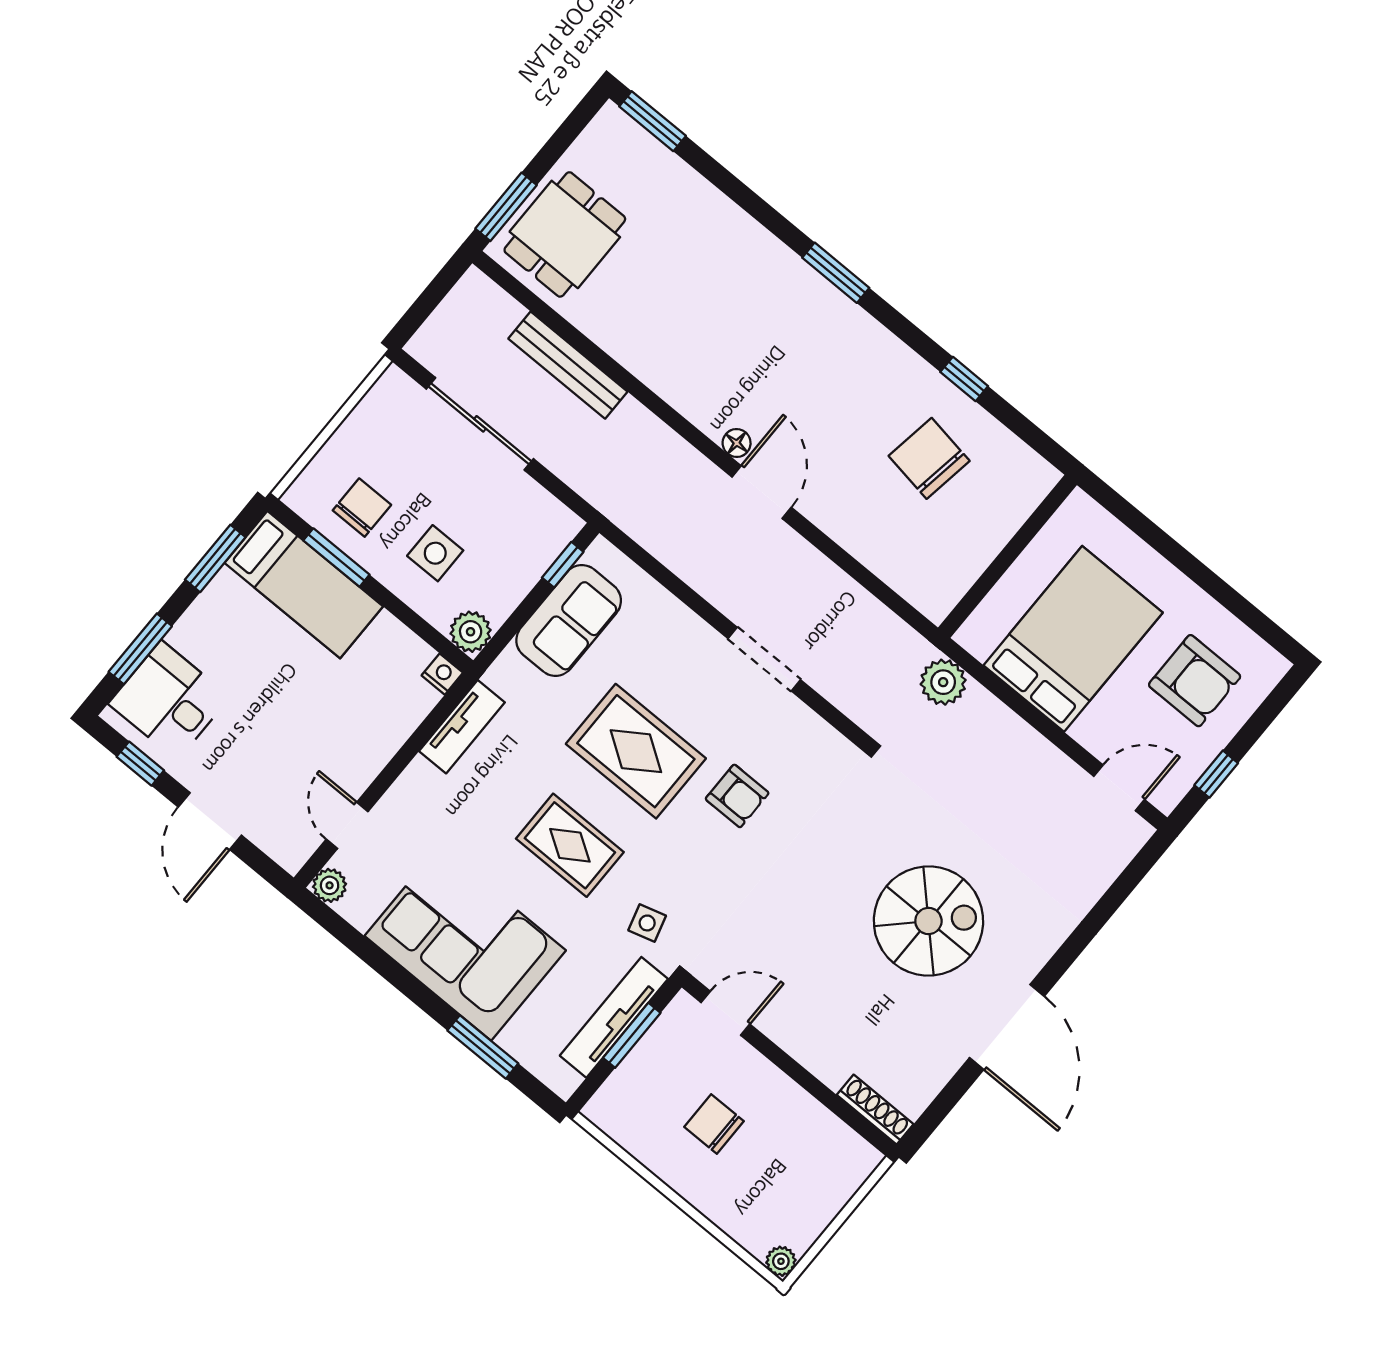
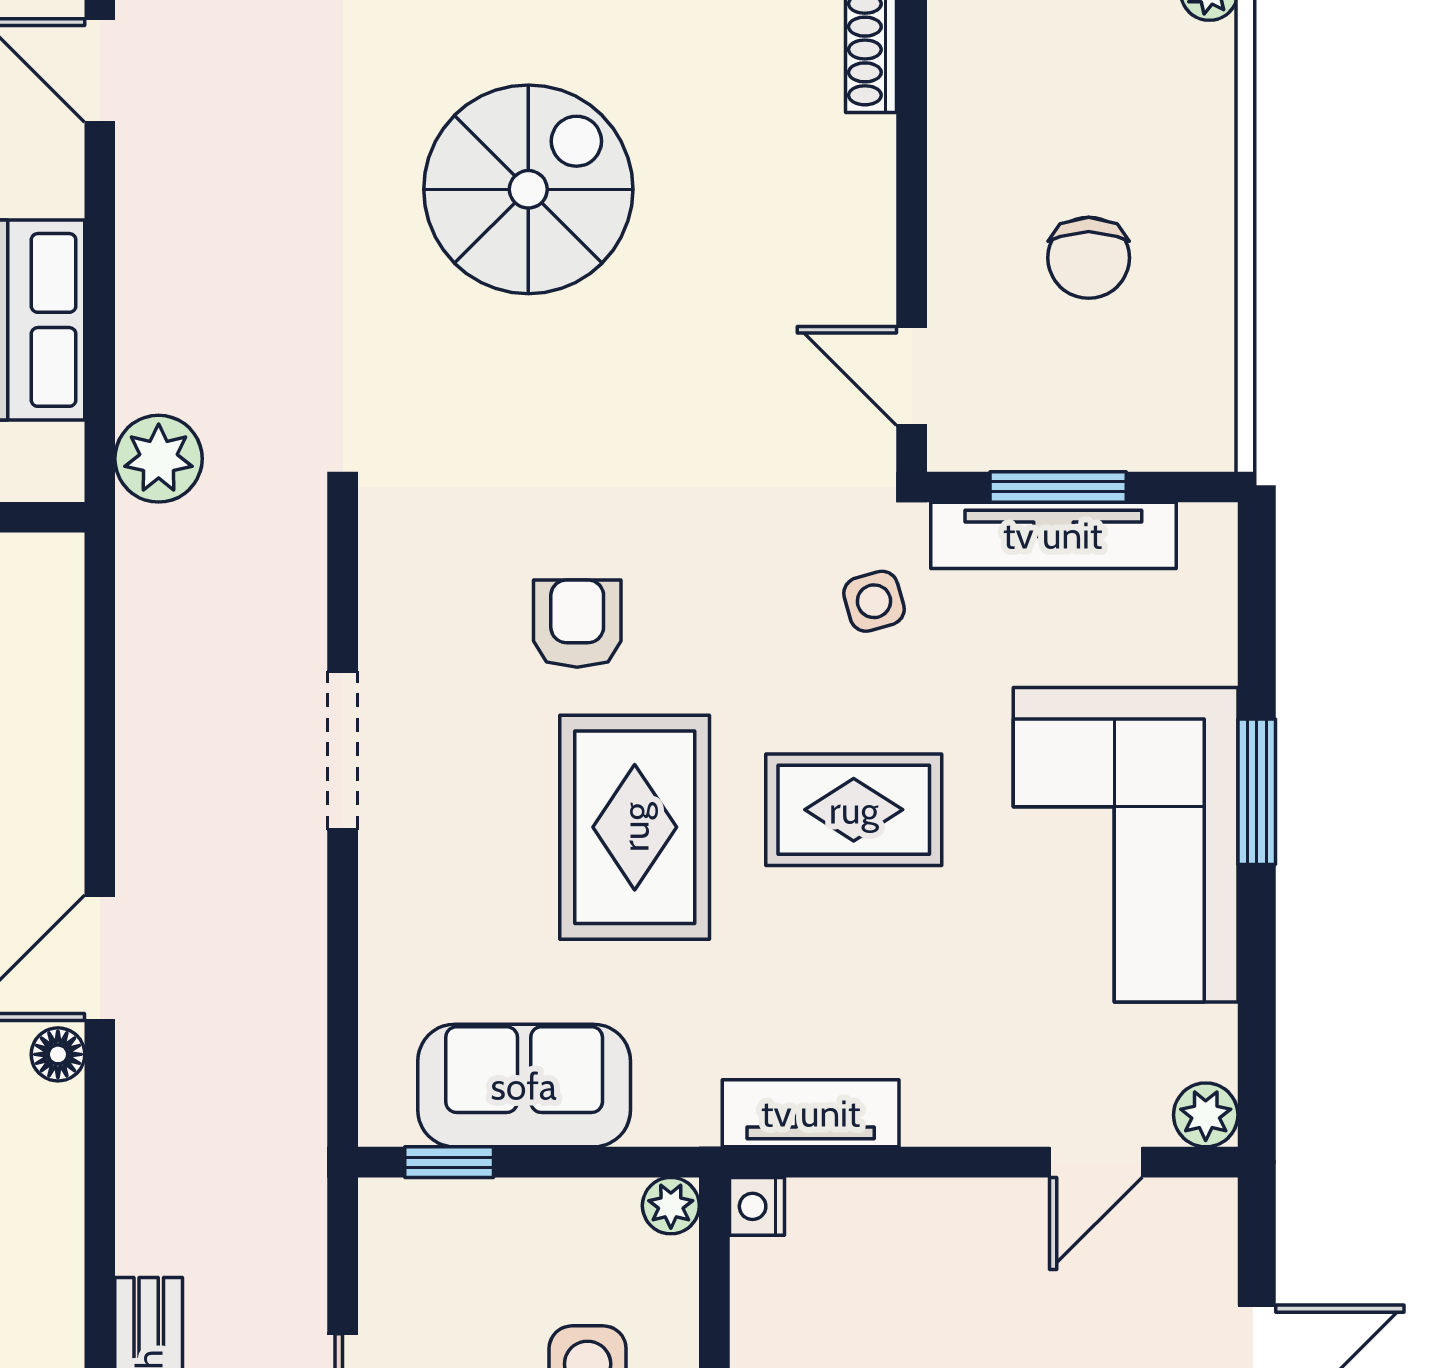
plant: (471, 632) -> (671, 1206), width x0.73, depth x0.73
rug: (570, 845) -> (854, 810), turned 90
spiral stairs: (928, 921) -> (528, 189), turned 90
window: (483, 1047) -> (1257, 792), moved

